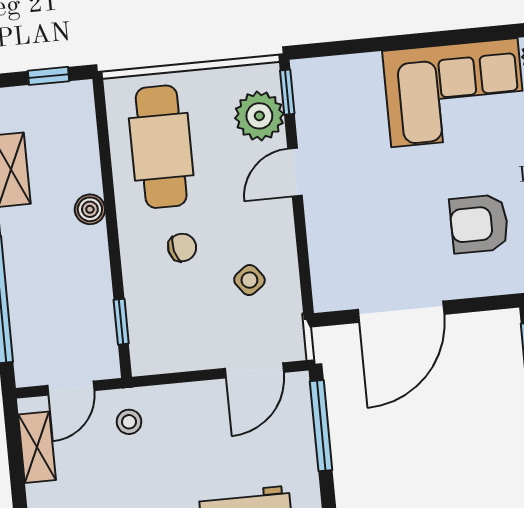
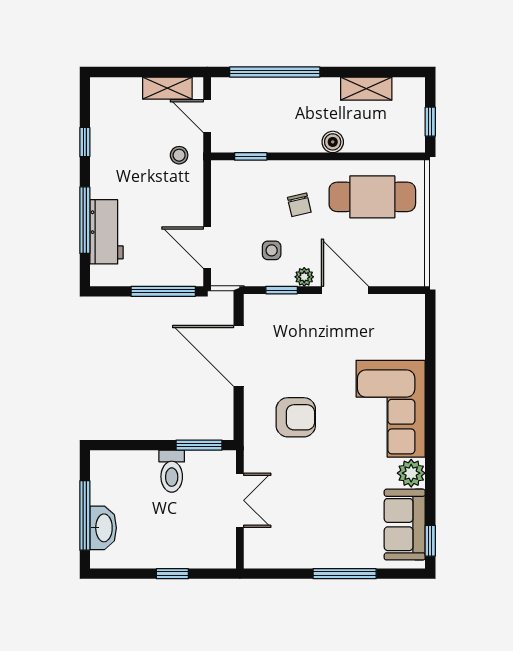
window: (287, 92) -> (282, 290), moved
plant: (259, 116) -> (304, 277), moved, width x0.53, depth x0.53
door: (295, 172) -> (345, 290), width x1.38
armchair: (479, 224) -> (296, 417), turned 90
side table: (249, 280) -> (272, 250), turned 37

